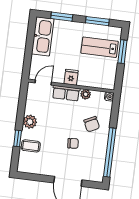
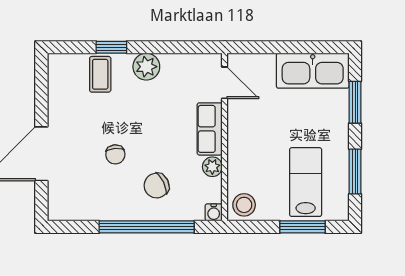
fridge: (71, 77) -> (241, 135), removed
stool: (107, 80) -> (244, 205), added
window: (110, 152) -> (147, 227), moved

